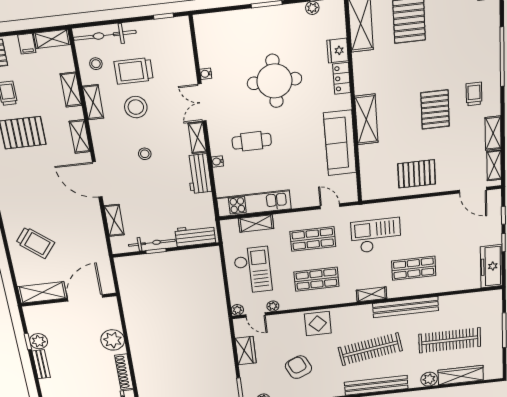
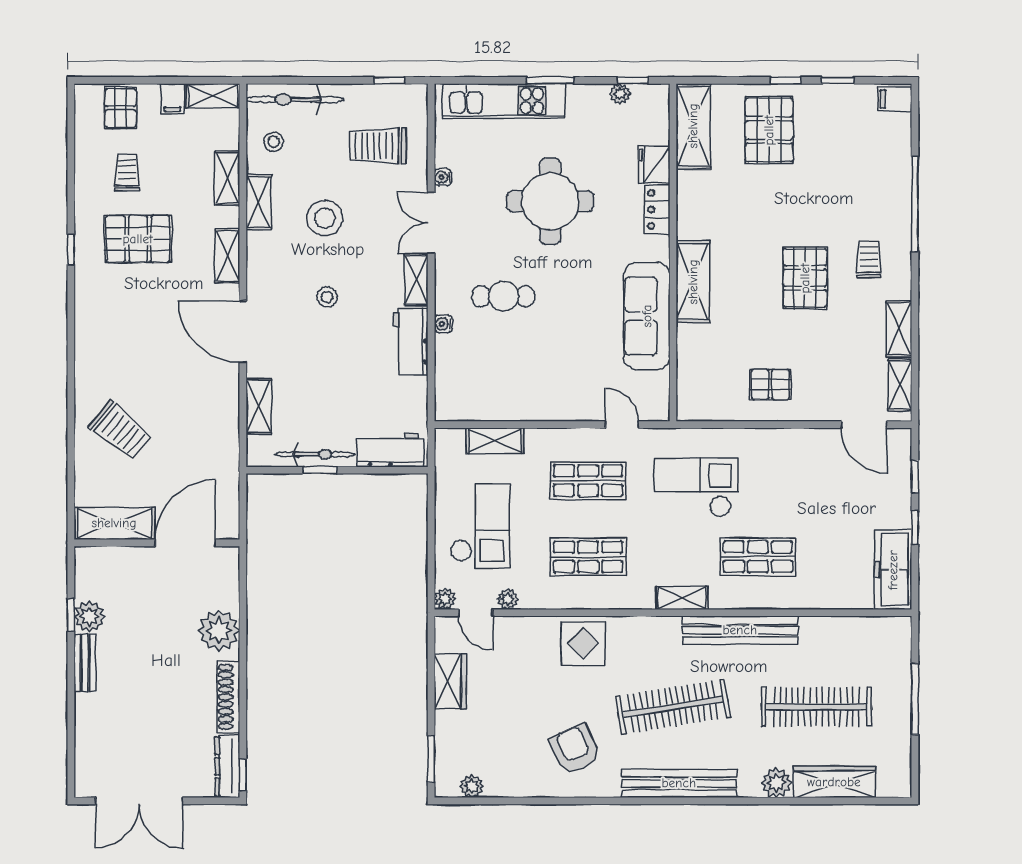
trolley: (134, 71) -> (378, 146), moved
pallet: (417, 174) -> (770, 384), width x0.67, depth x0.71
kitchen unit: (254, 203) -> (504, 101), moved, turned 180
armchair: (298, 367) -> (575, 749), moved

